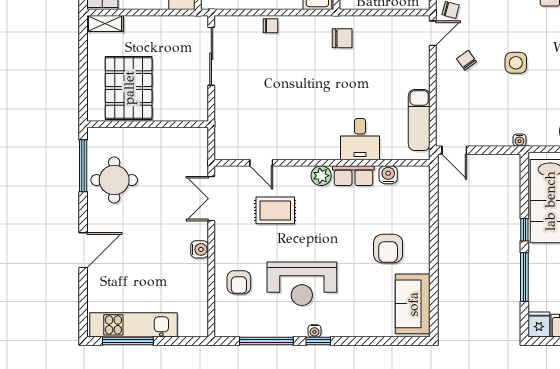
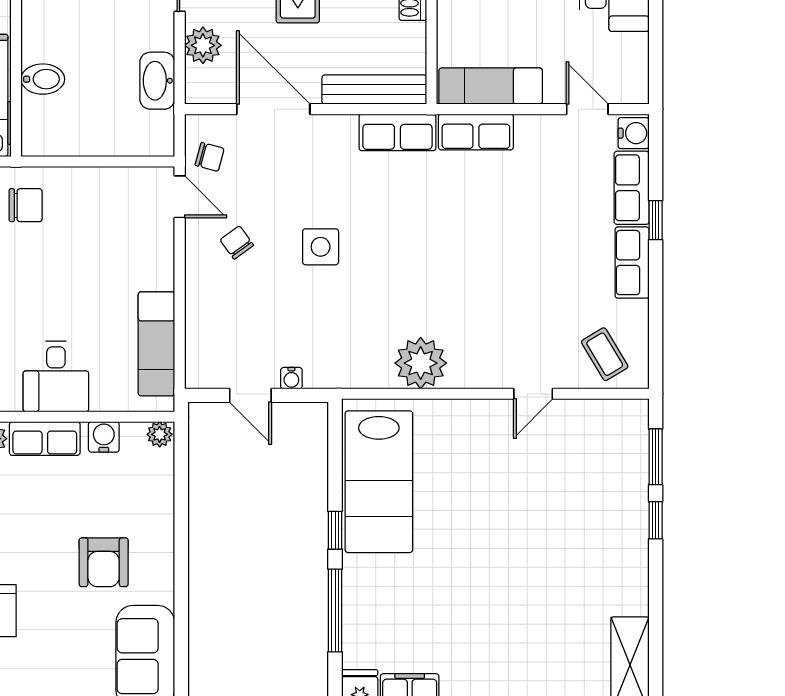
door: (433, 33) -> (180, 197), hinge flipped
water cooler: (520, 140) -> (291, 378), moved
door: (454, 150) -> (250, 395), moved
plant: (421, 173) -> (160, 434), added

